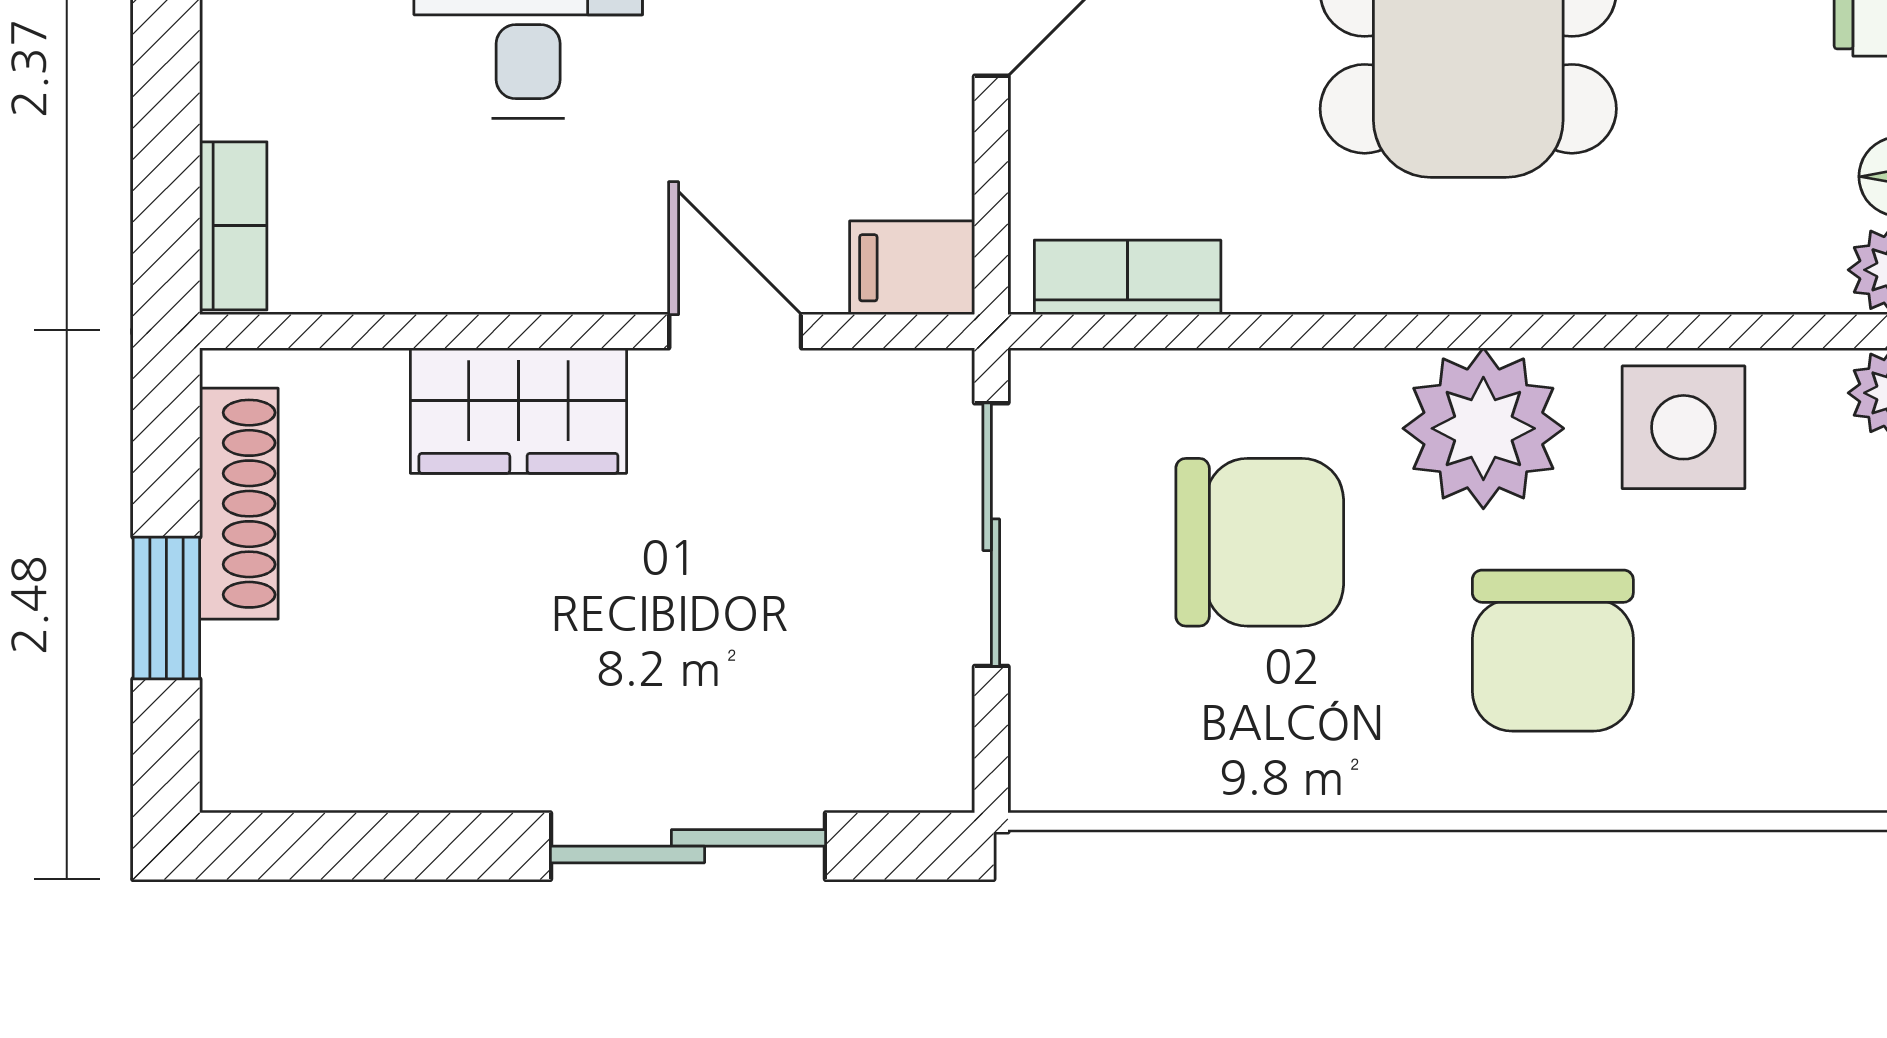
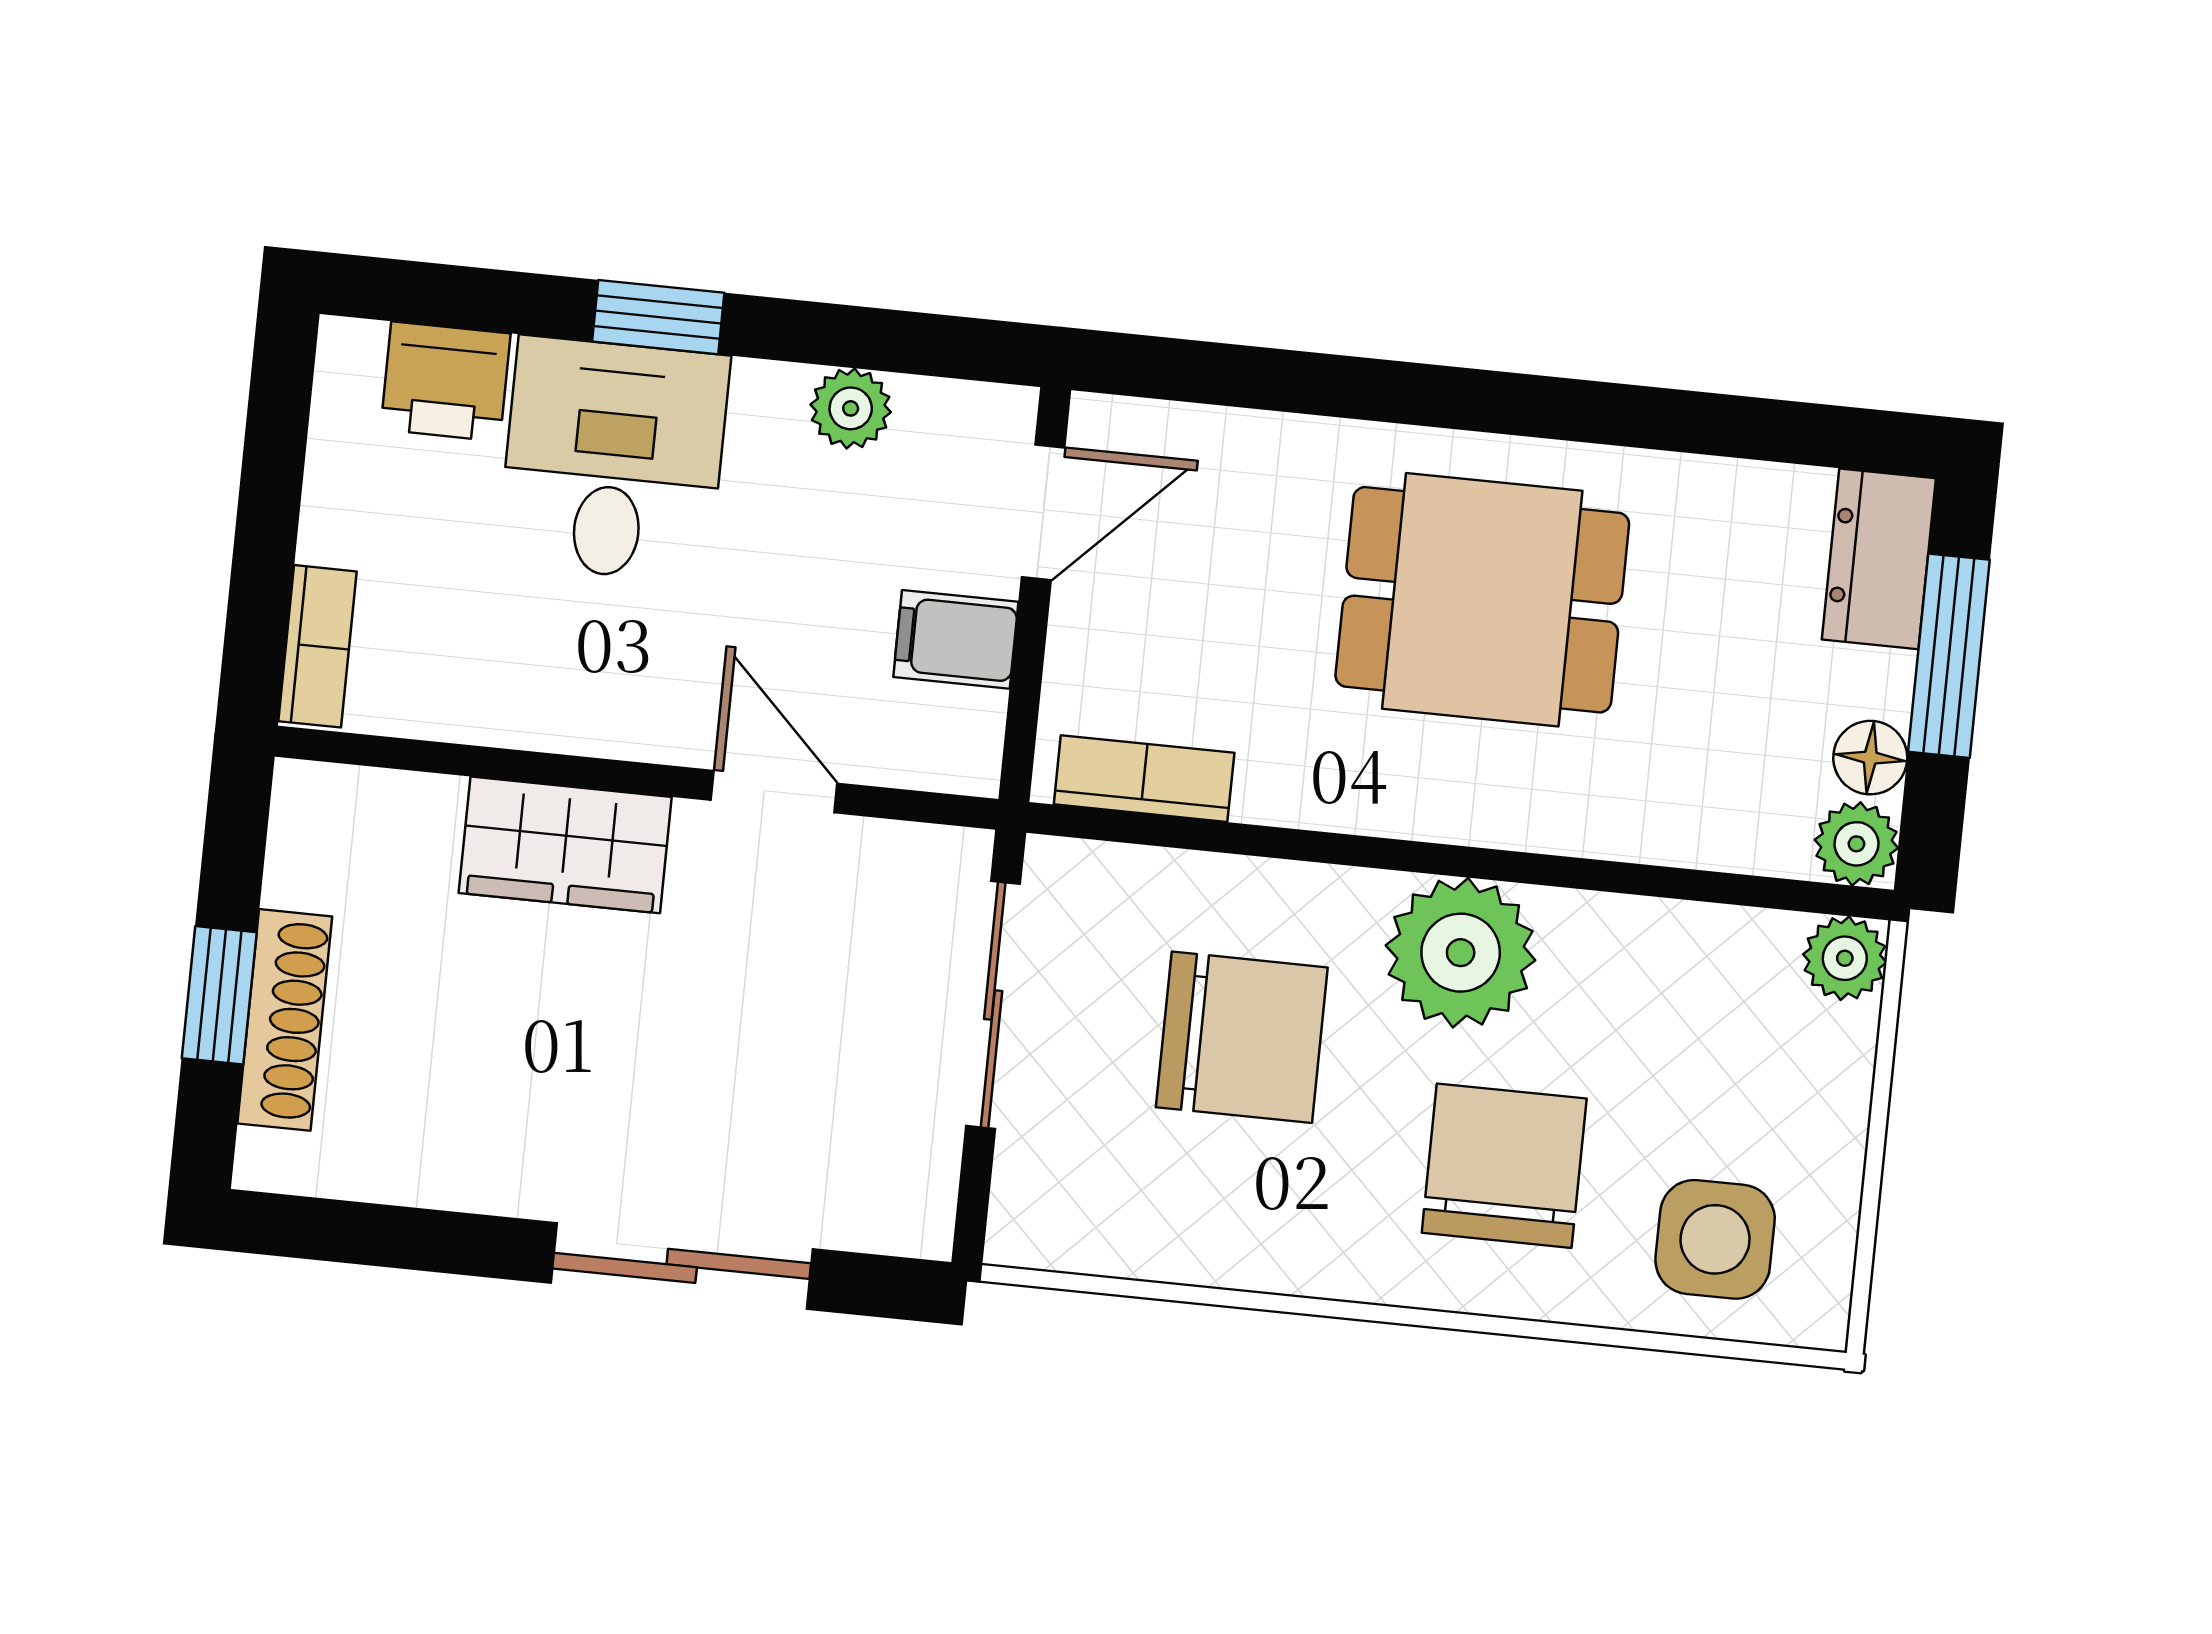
filing cabinet: (912, 268) -> (956, 639), moved
side table: (1683, 427) -> (1715, 1239), moved
shoe rack: (239, 504) -> (285, 1020), moved
chair: (1553, 651) -> (1504, 1166), turned 180

